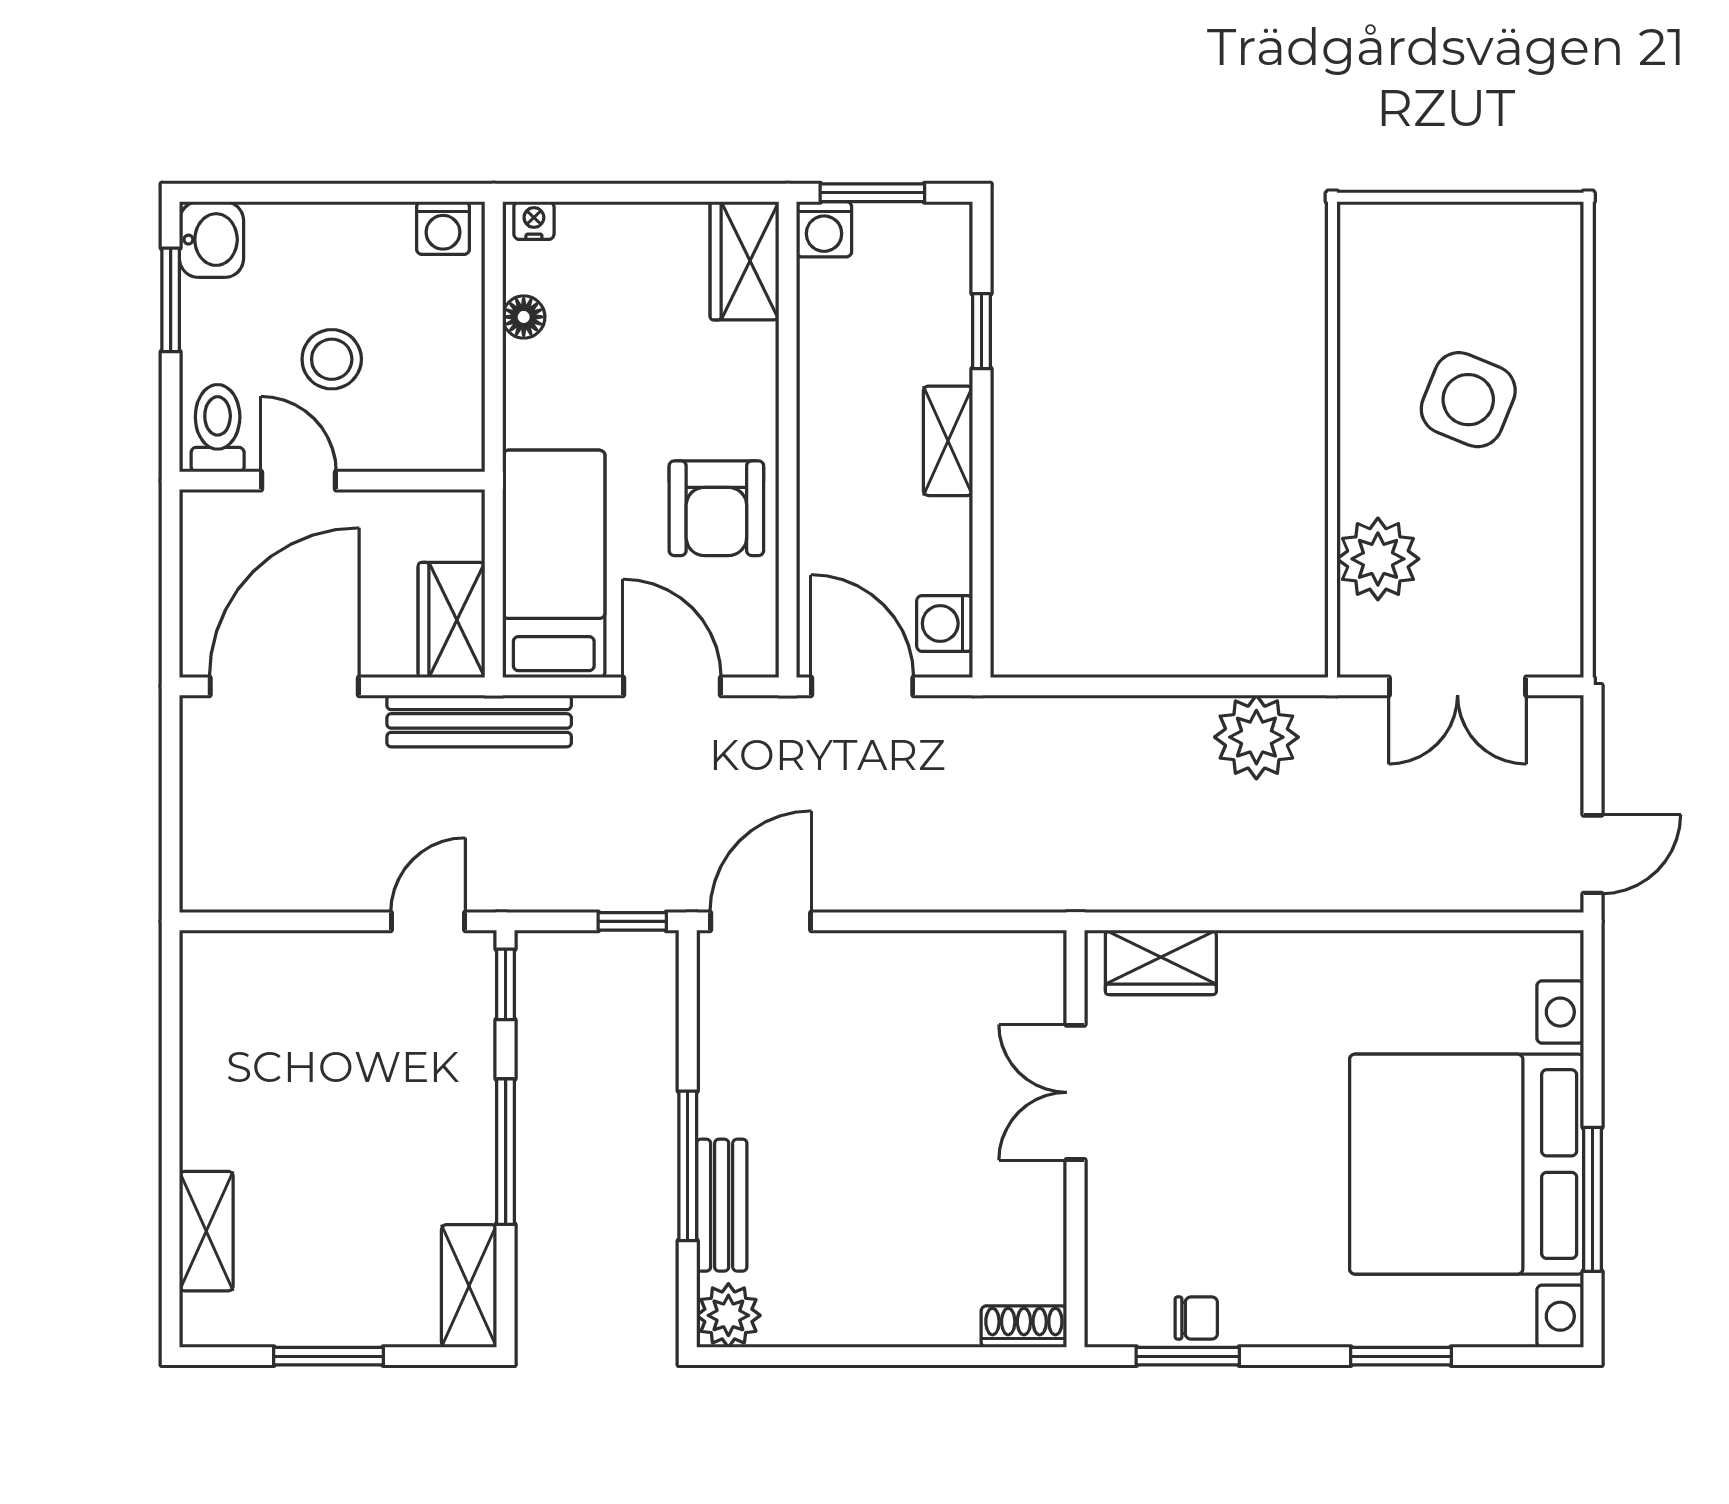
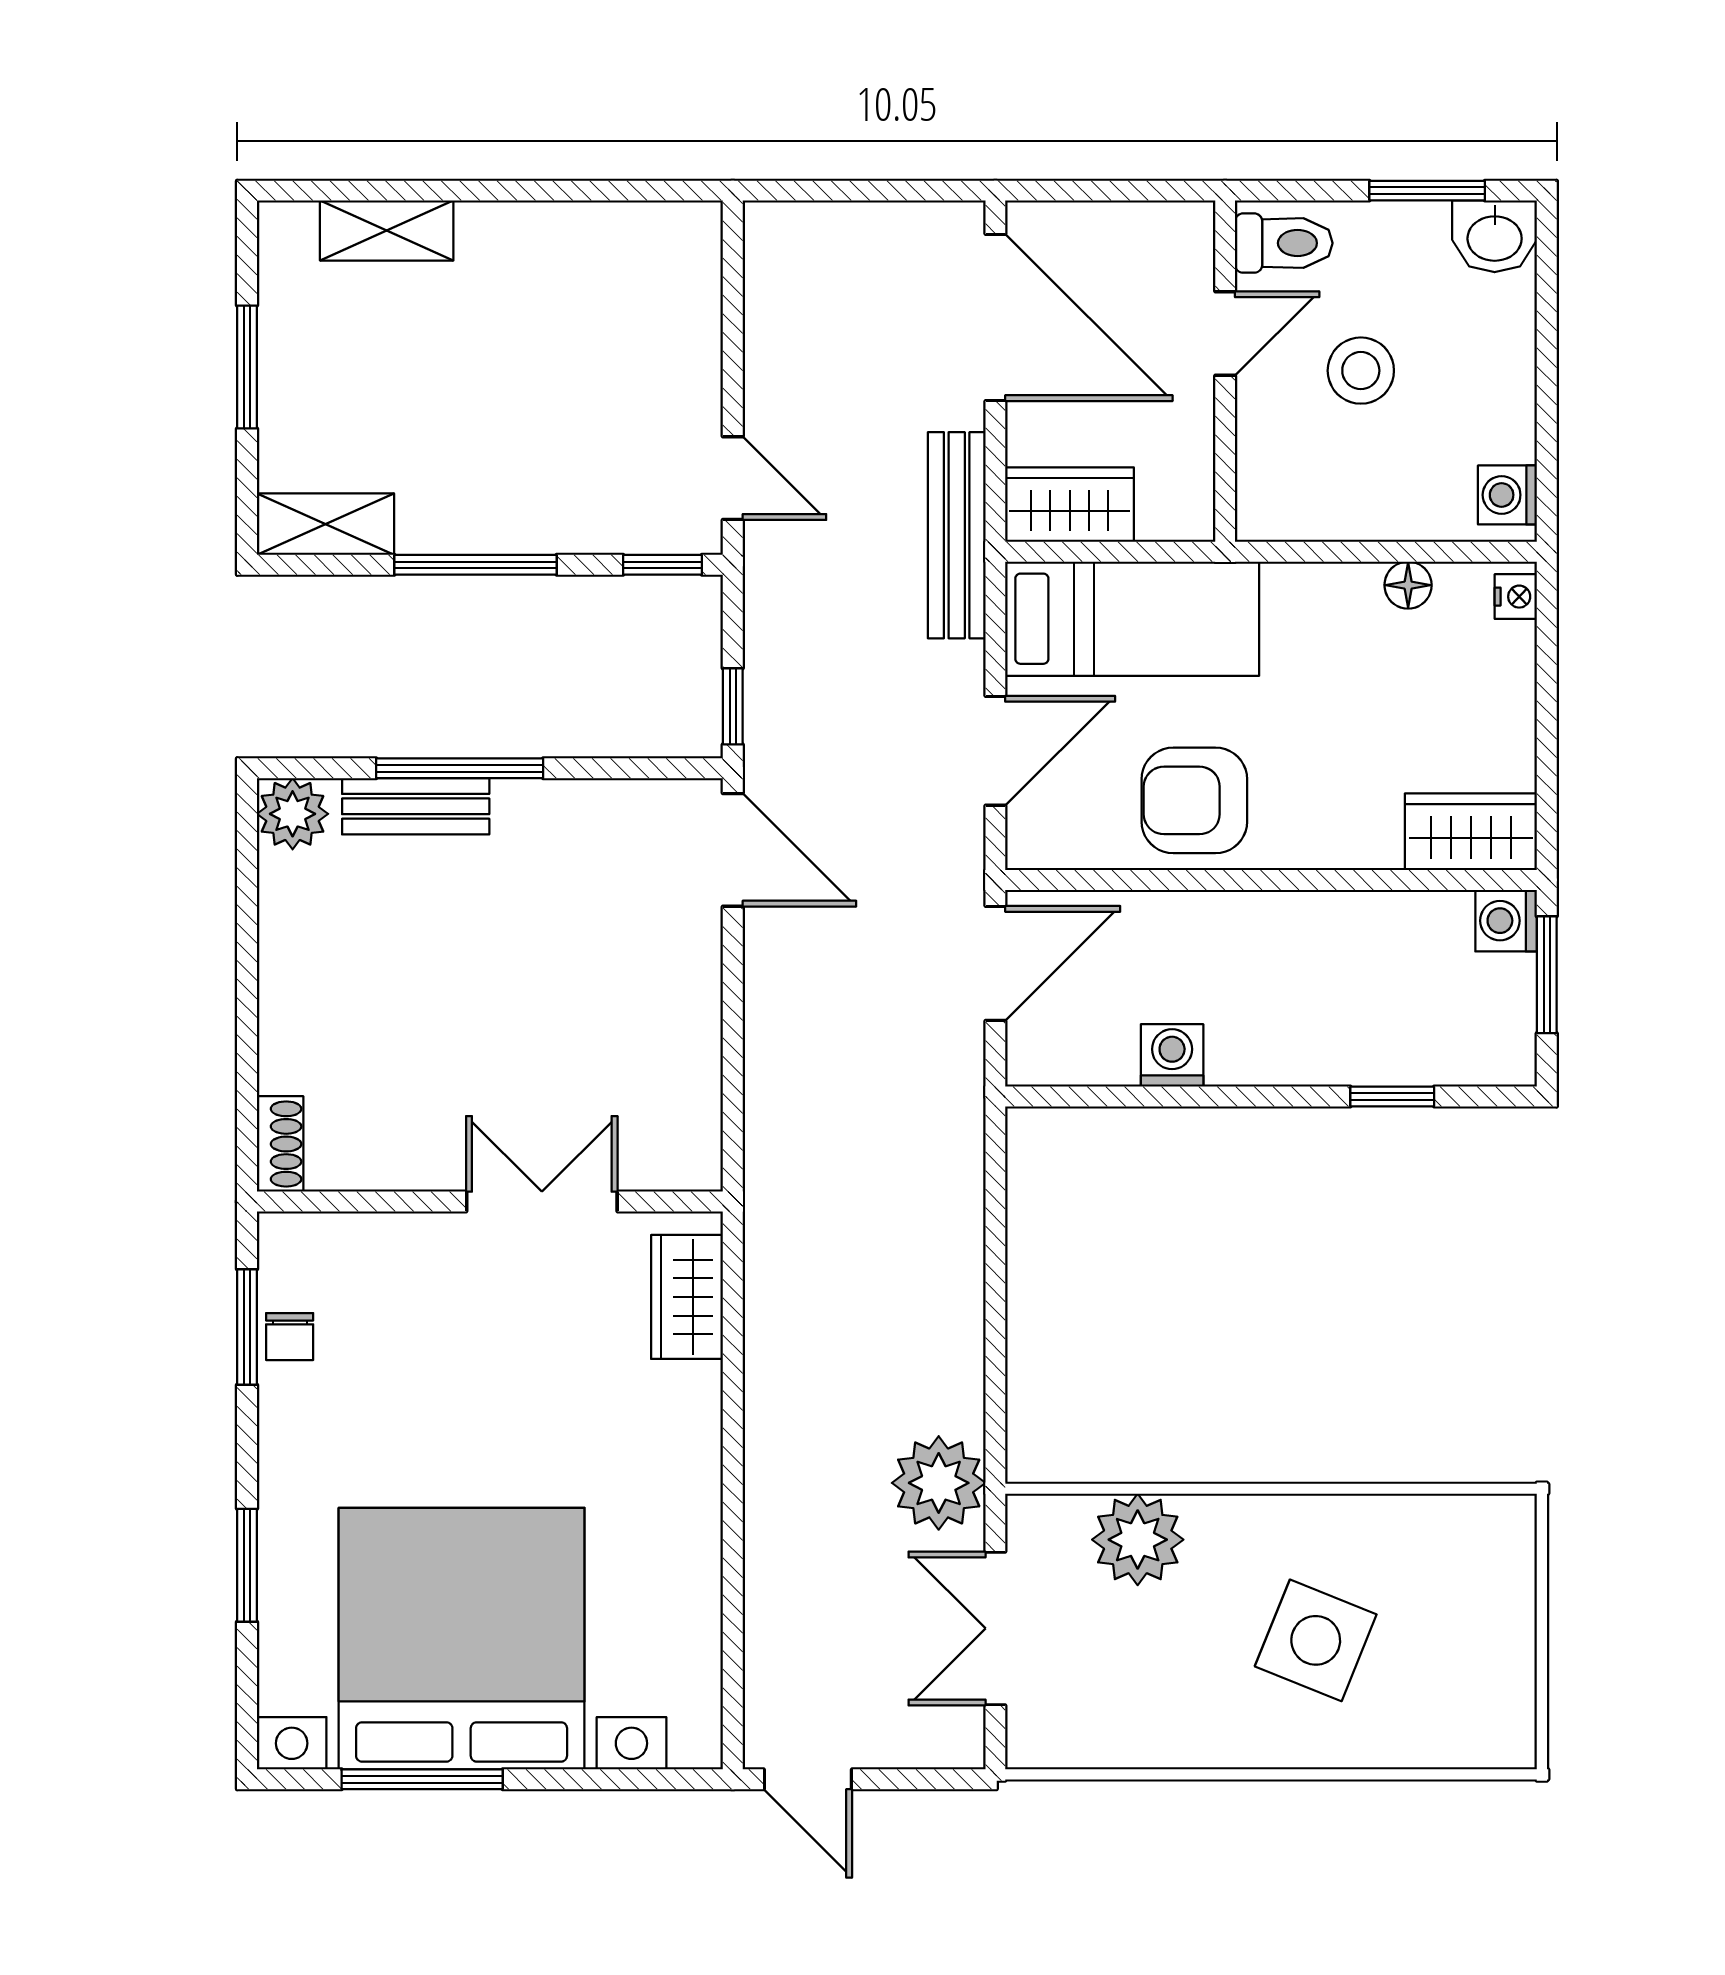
shelving: (948, 441) -> (1270, 1059), removed
washing machine: (945, 623) -> (1172, 1055), moved
plant: (1256, 737) -> (939, 1483), moved

